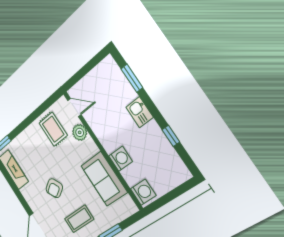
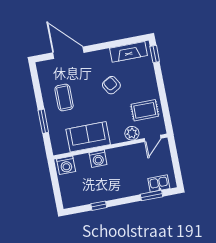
kitchen sink: (139, 112) -> (159, 183), moved
armchair: (54, 188) -> (111, 85), moved

